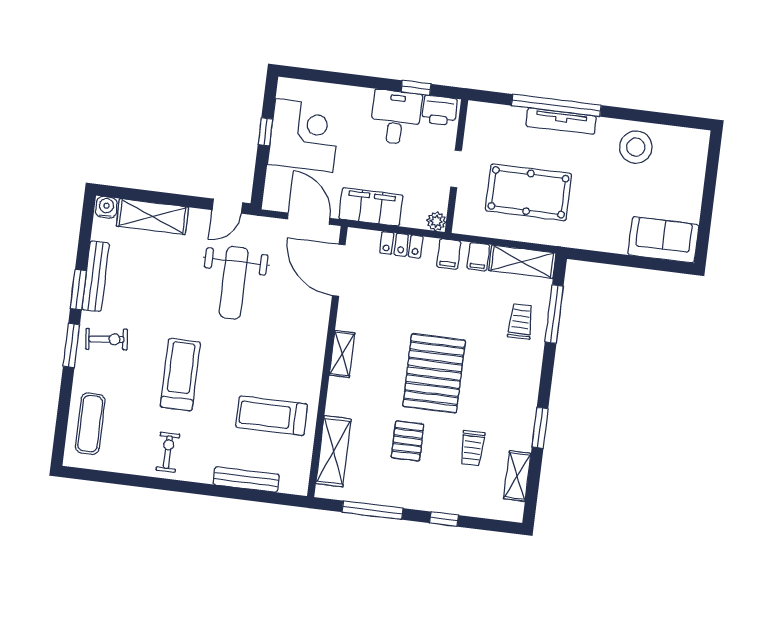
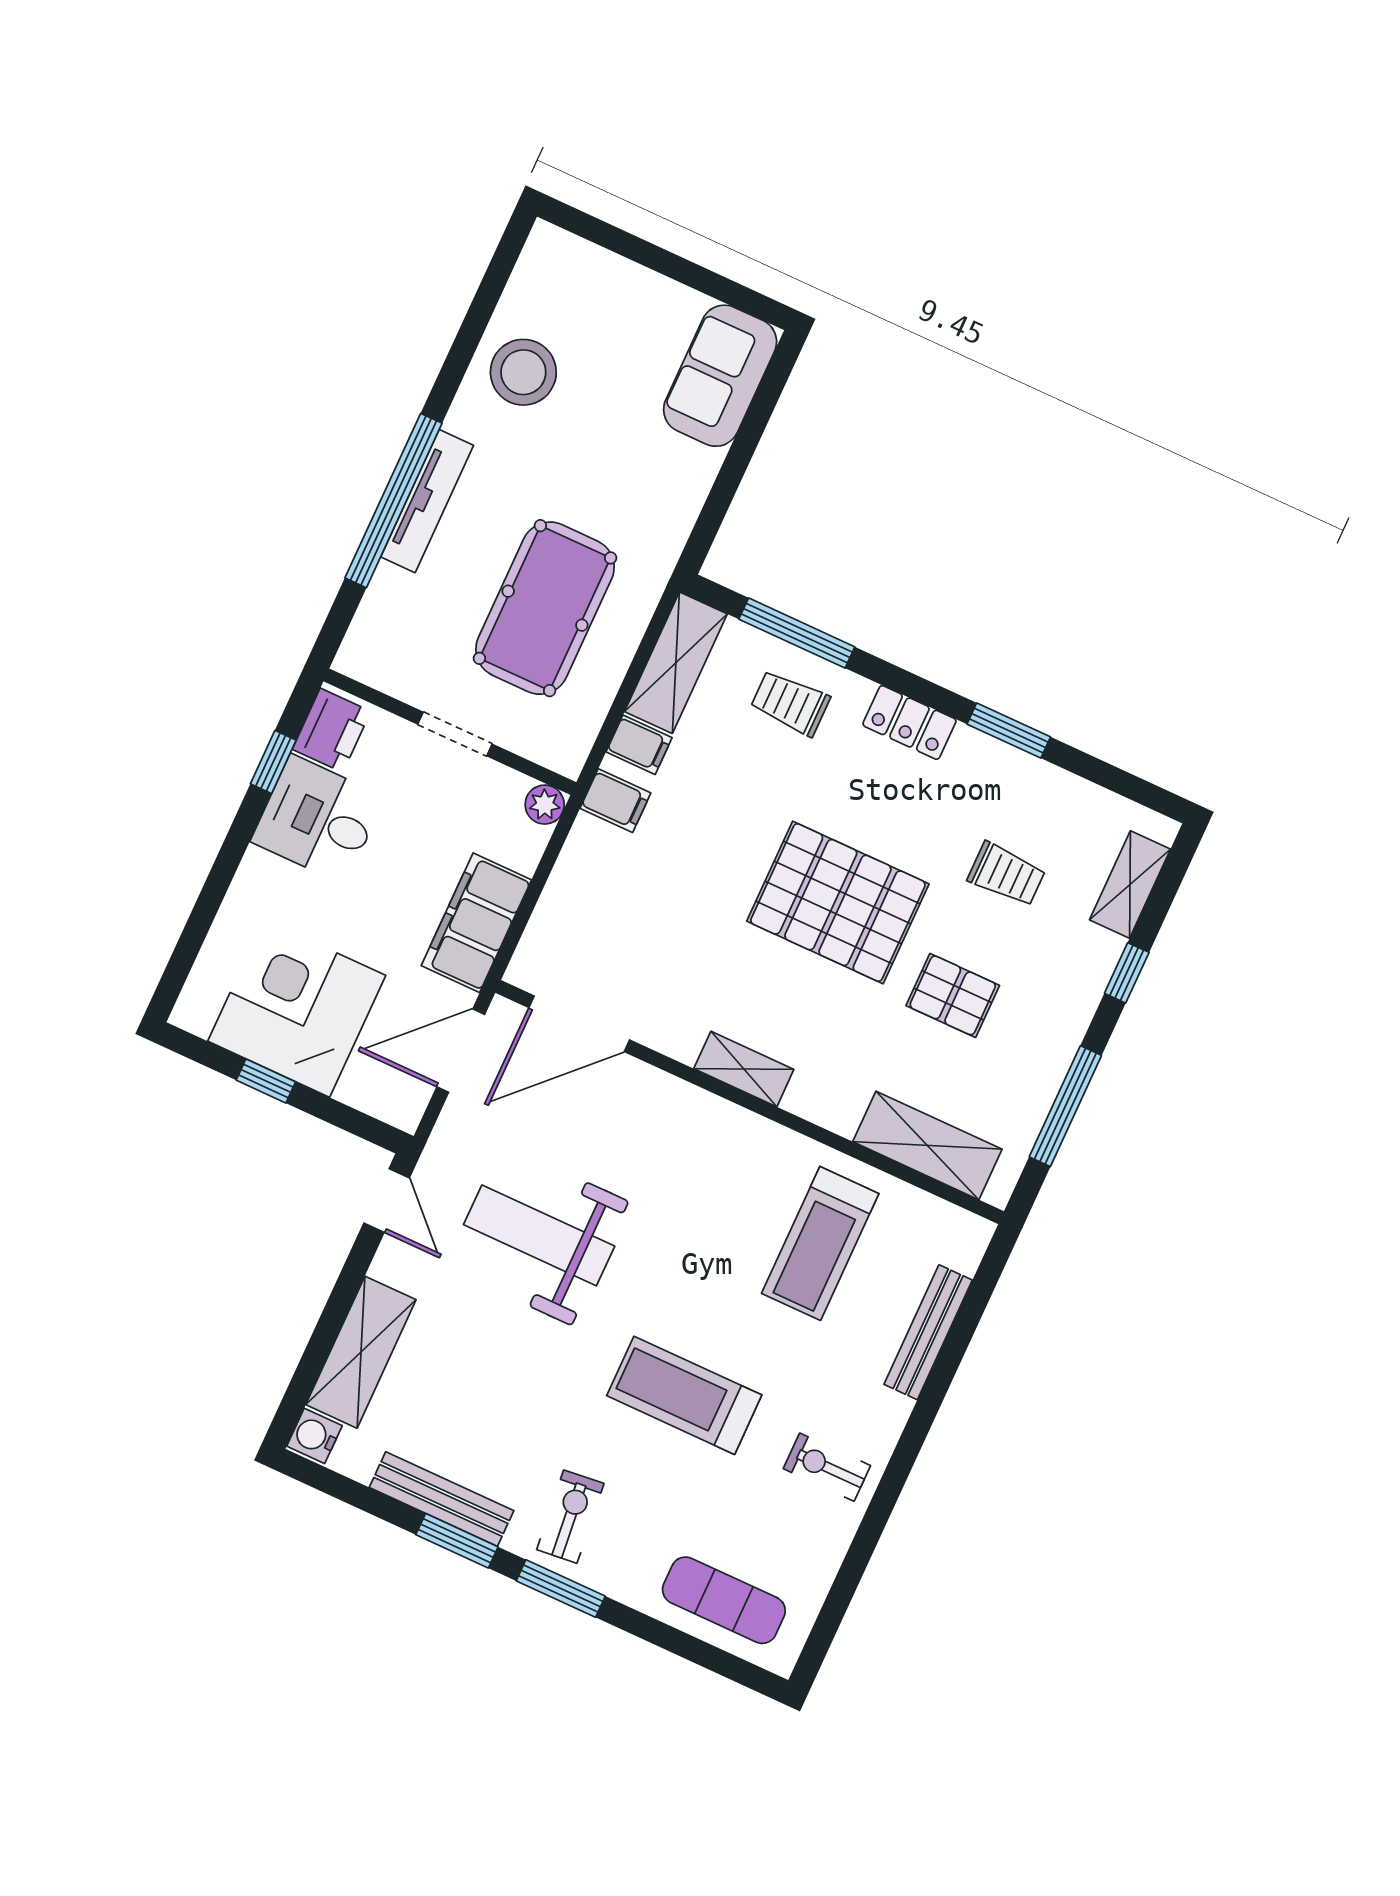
locker: (401, 245) -> (909, 722), moved, turned 90
weight bench: (234, 283) -> (539, 1235), turned 180
shelving: (517, 476) -> (1130, 884), moved, turned 90

